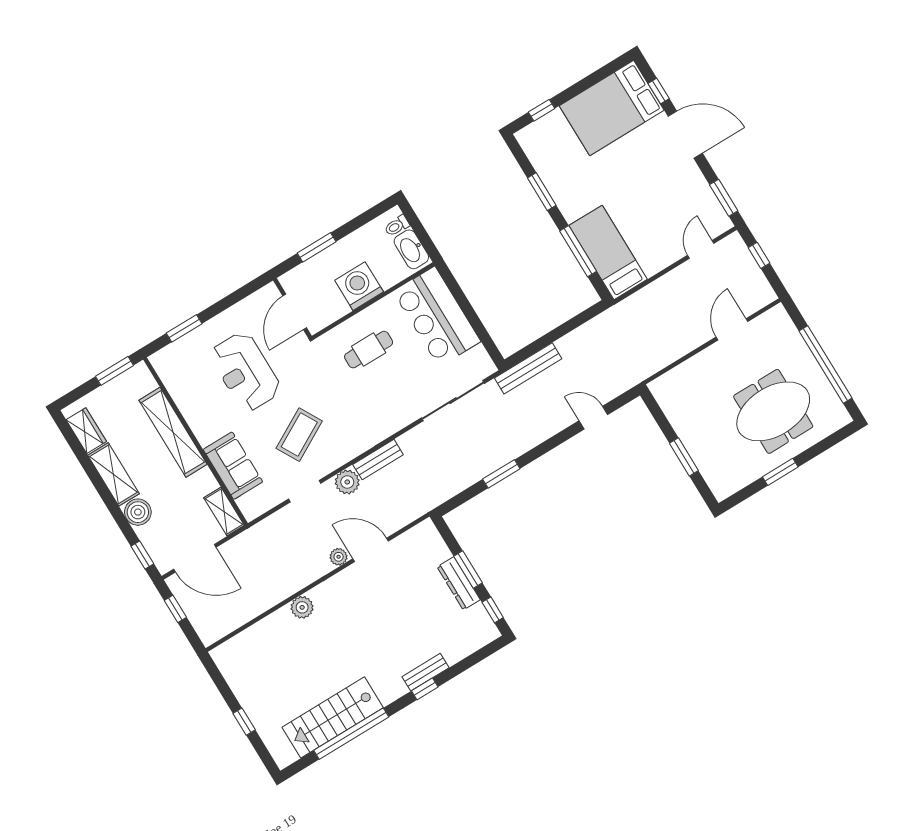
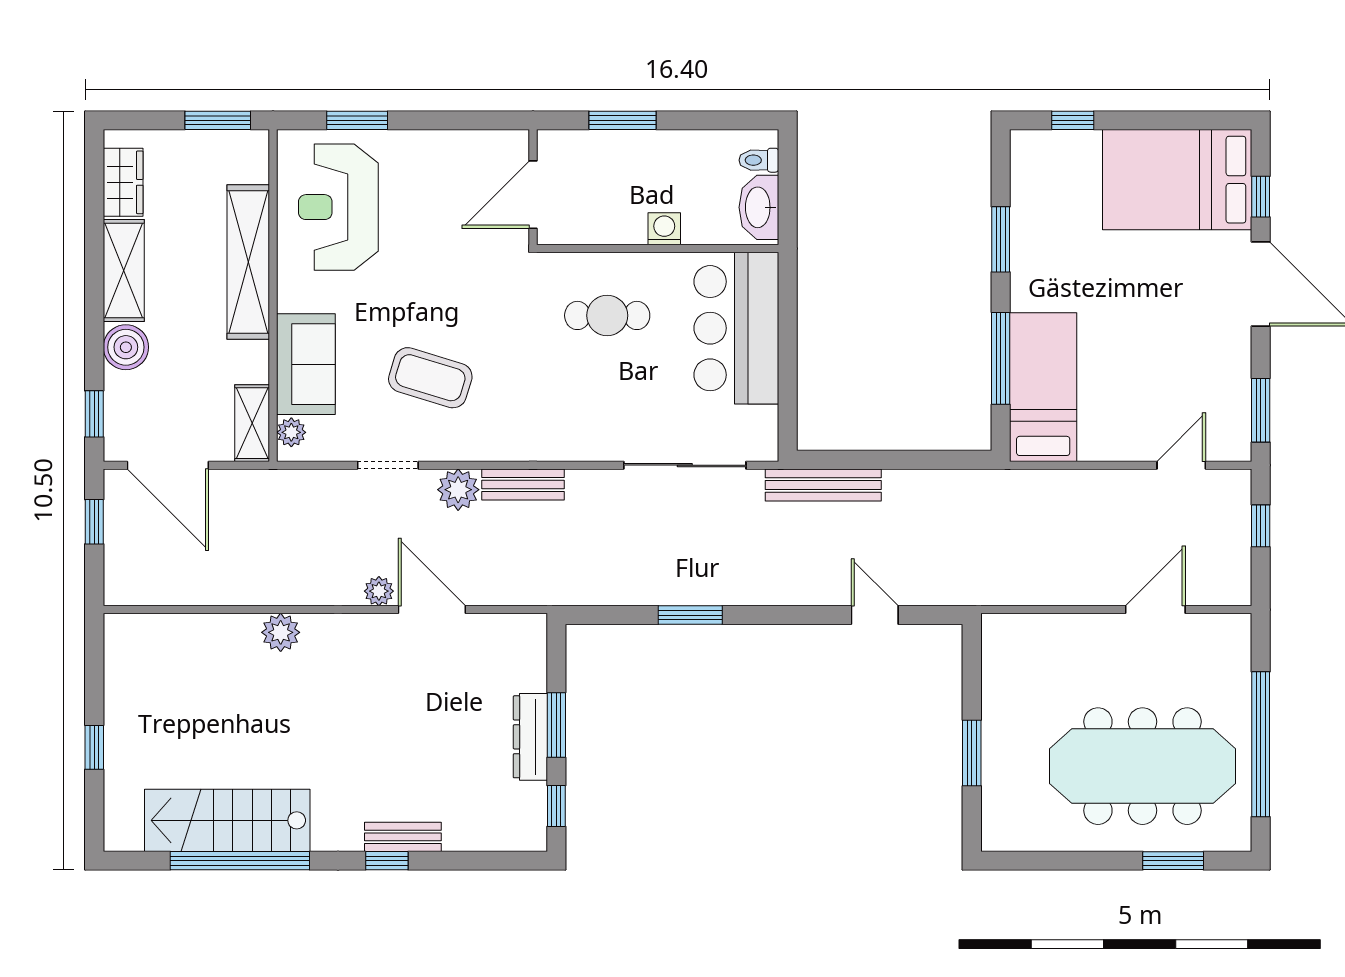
washing machine: (359, 286) -> (664, 229), width x0.53, depth x0.53
reception desk: (245, 372) -> (338, 207), moved
meeting table: (773, 411) -> (1143, 766), width x1.36
coffee table: (299, 435) -> (430, 378), turned 46
window: (780, 472) -> (1173, 861), moved
plant: (246, 504) -> (291, 432), added

